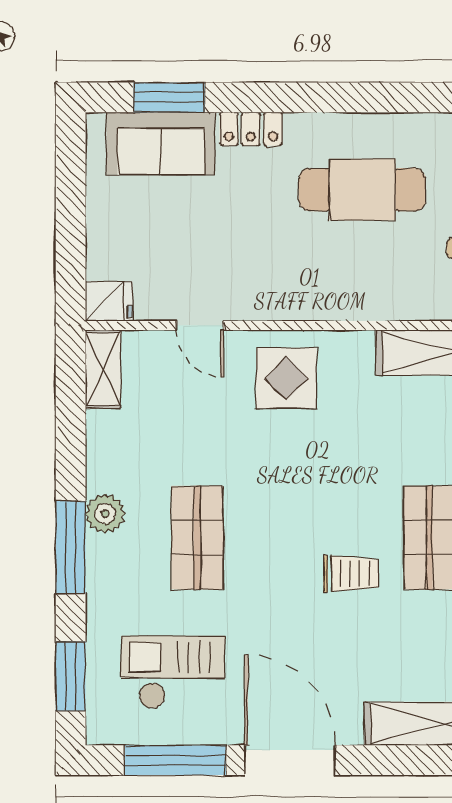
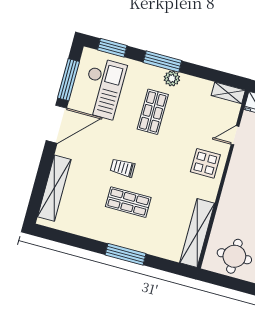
shop shelf: (197, 538) -> (153, 112), turned 90
trolley: (351, 574) -> (123, 168), turned 90
checkout: (173, 672) -> (103, 88), width x1.36, depth x1.21

